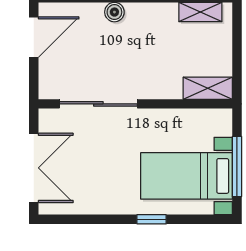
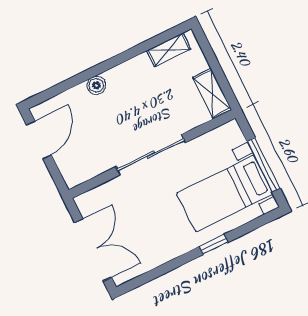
shelving: (208, 88) -> (212, 93), moved, turned 90
sliding door: (98, 104) -> (151, 155), moved

